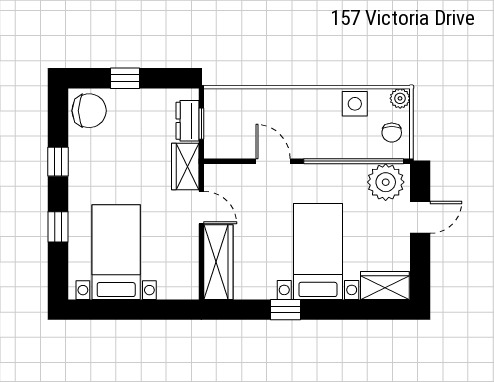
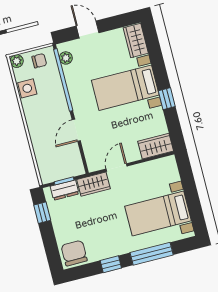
window: (125, 78) -> (42, 213), moved
plant: (386, 182) -> (66, 58), width x0.53, depth x0.53
window: (58, 227) -> (152, 254), width x2.17
wardrobe: (218, 262) -> (156, 146), width x0.67

